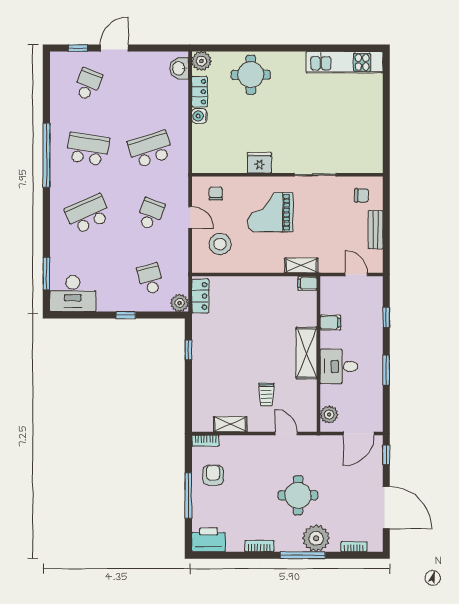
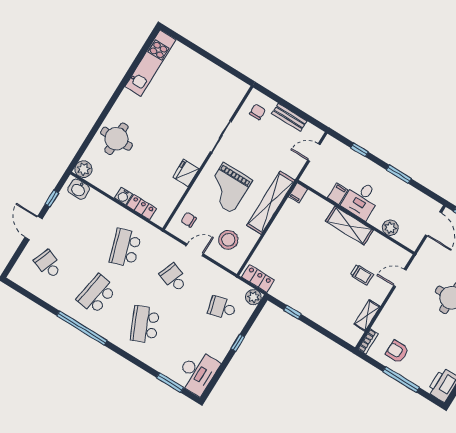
window: (78, 48) -> (52, 198), moved
locker: (200, 92) -> (142, 207), moved
shelving: (301, 265) -> (271, 203), width x2.20, depth x1.33
desk: (339, 366) -> (361, 200), moved
plant: (329, 415) -> (390, 228), moved

